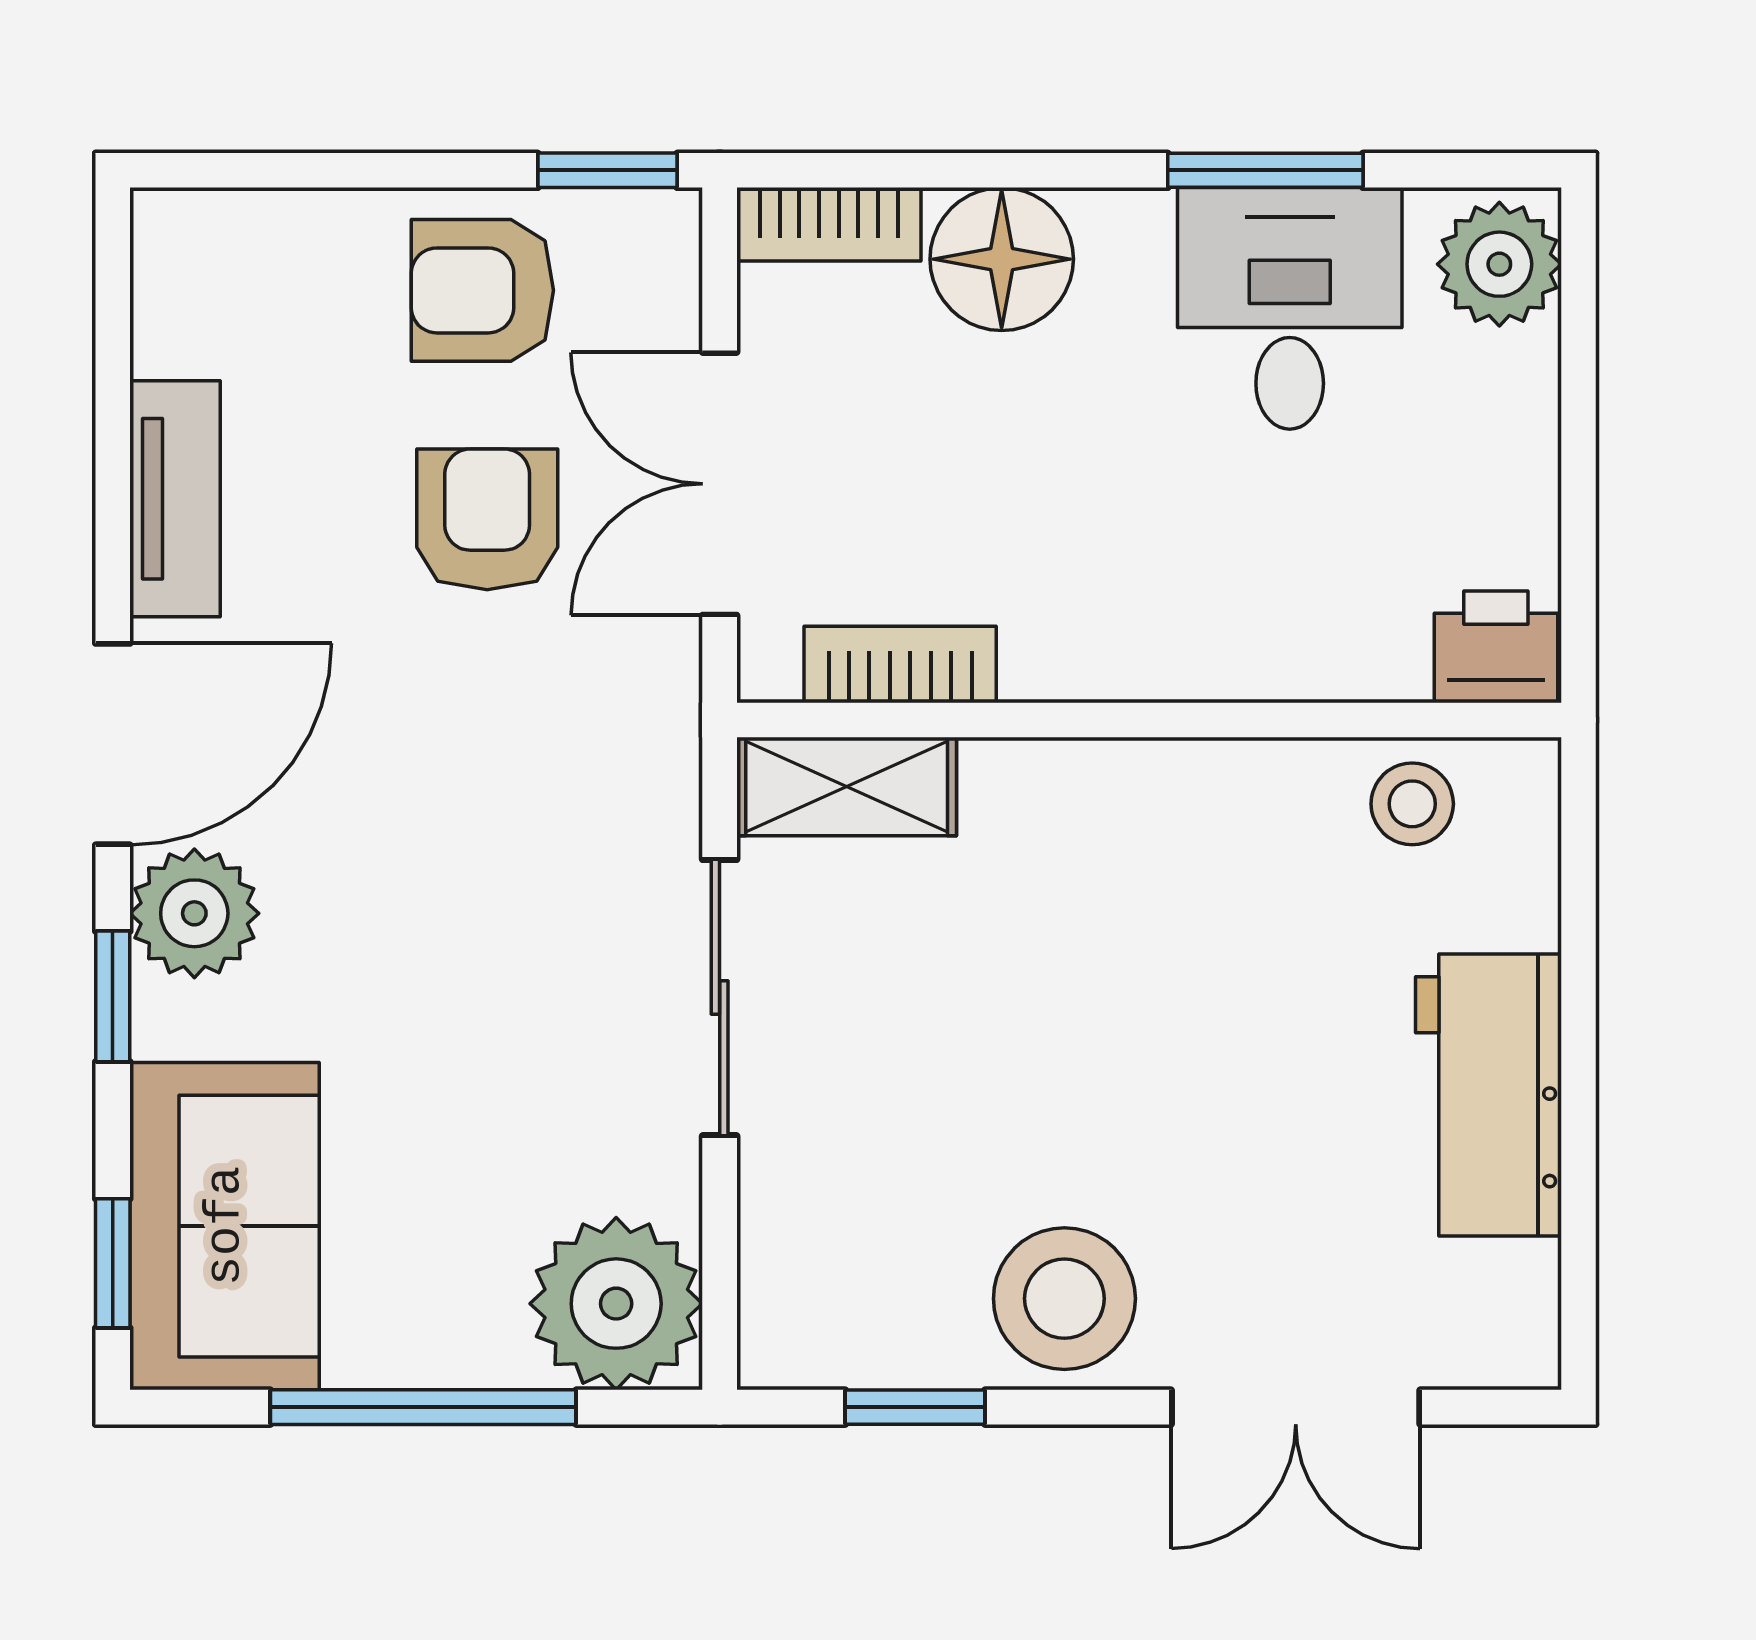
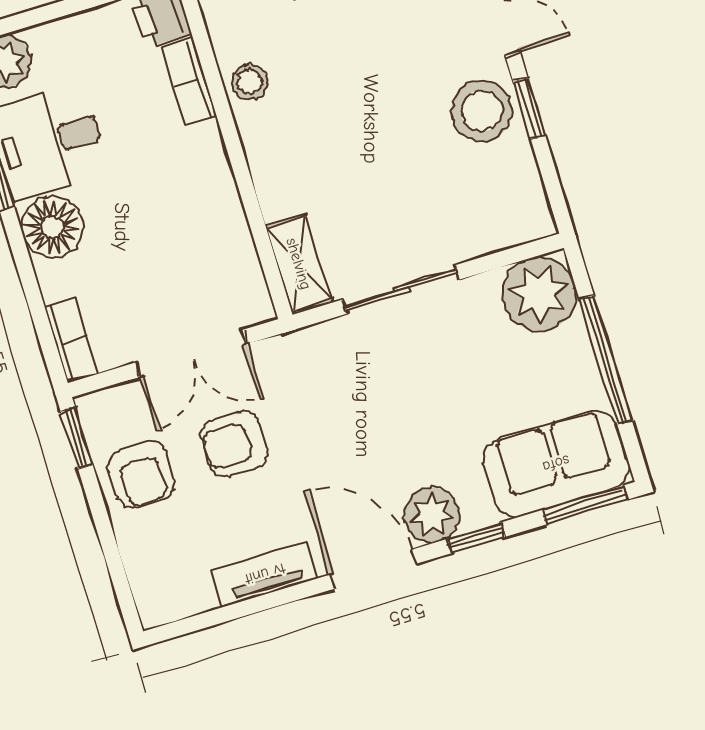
floor lamp: (1002, 259) -> (52, 227), moved
bookcase: (900, 664) -> (189, 81), moved
stool: (1412, 804) -> (250, 82), moved
window: (113, 1263) -> (585, 505), width x1.50
window: (915, 1407) -> (529, 108), moved

